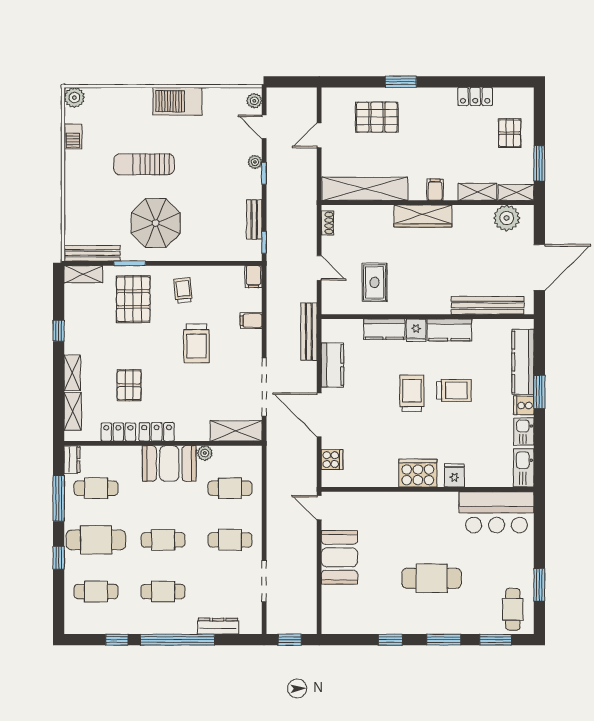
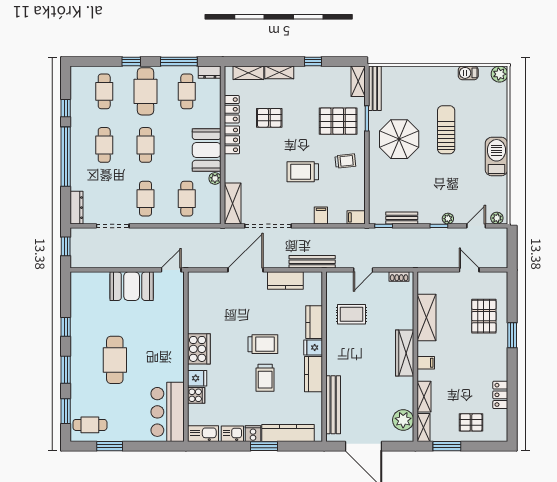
shelving: (365, 189) -> (426, 317), width x0.68
cooker: (332, 460) -> (196, 395), moved, turned -90
dresser: (218, 626) -> (77, 208), moved

